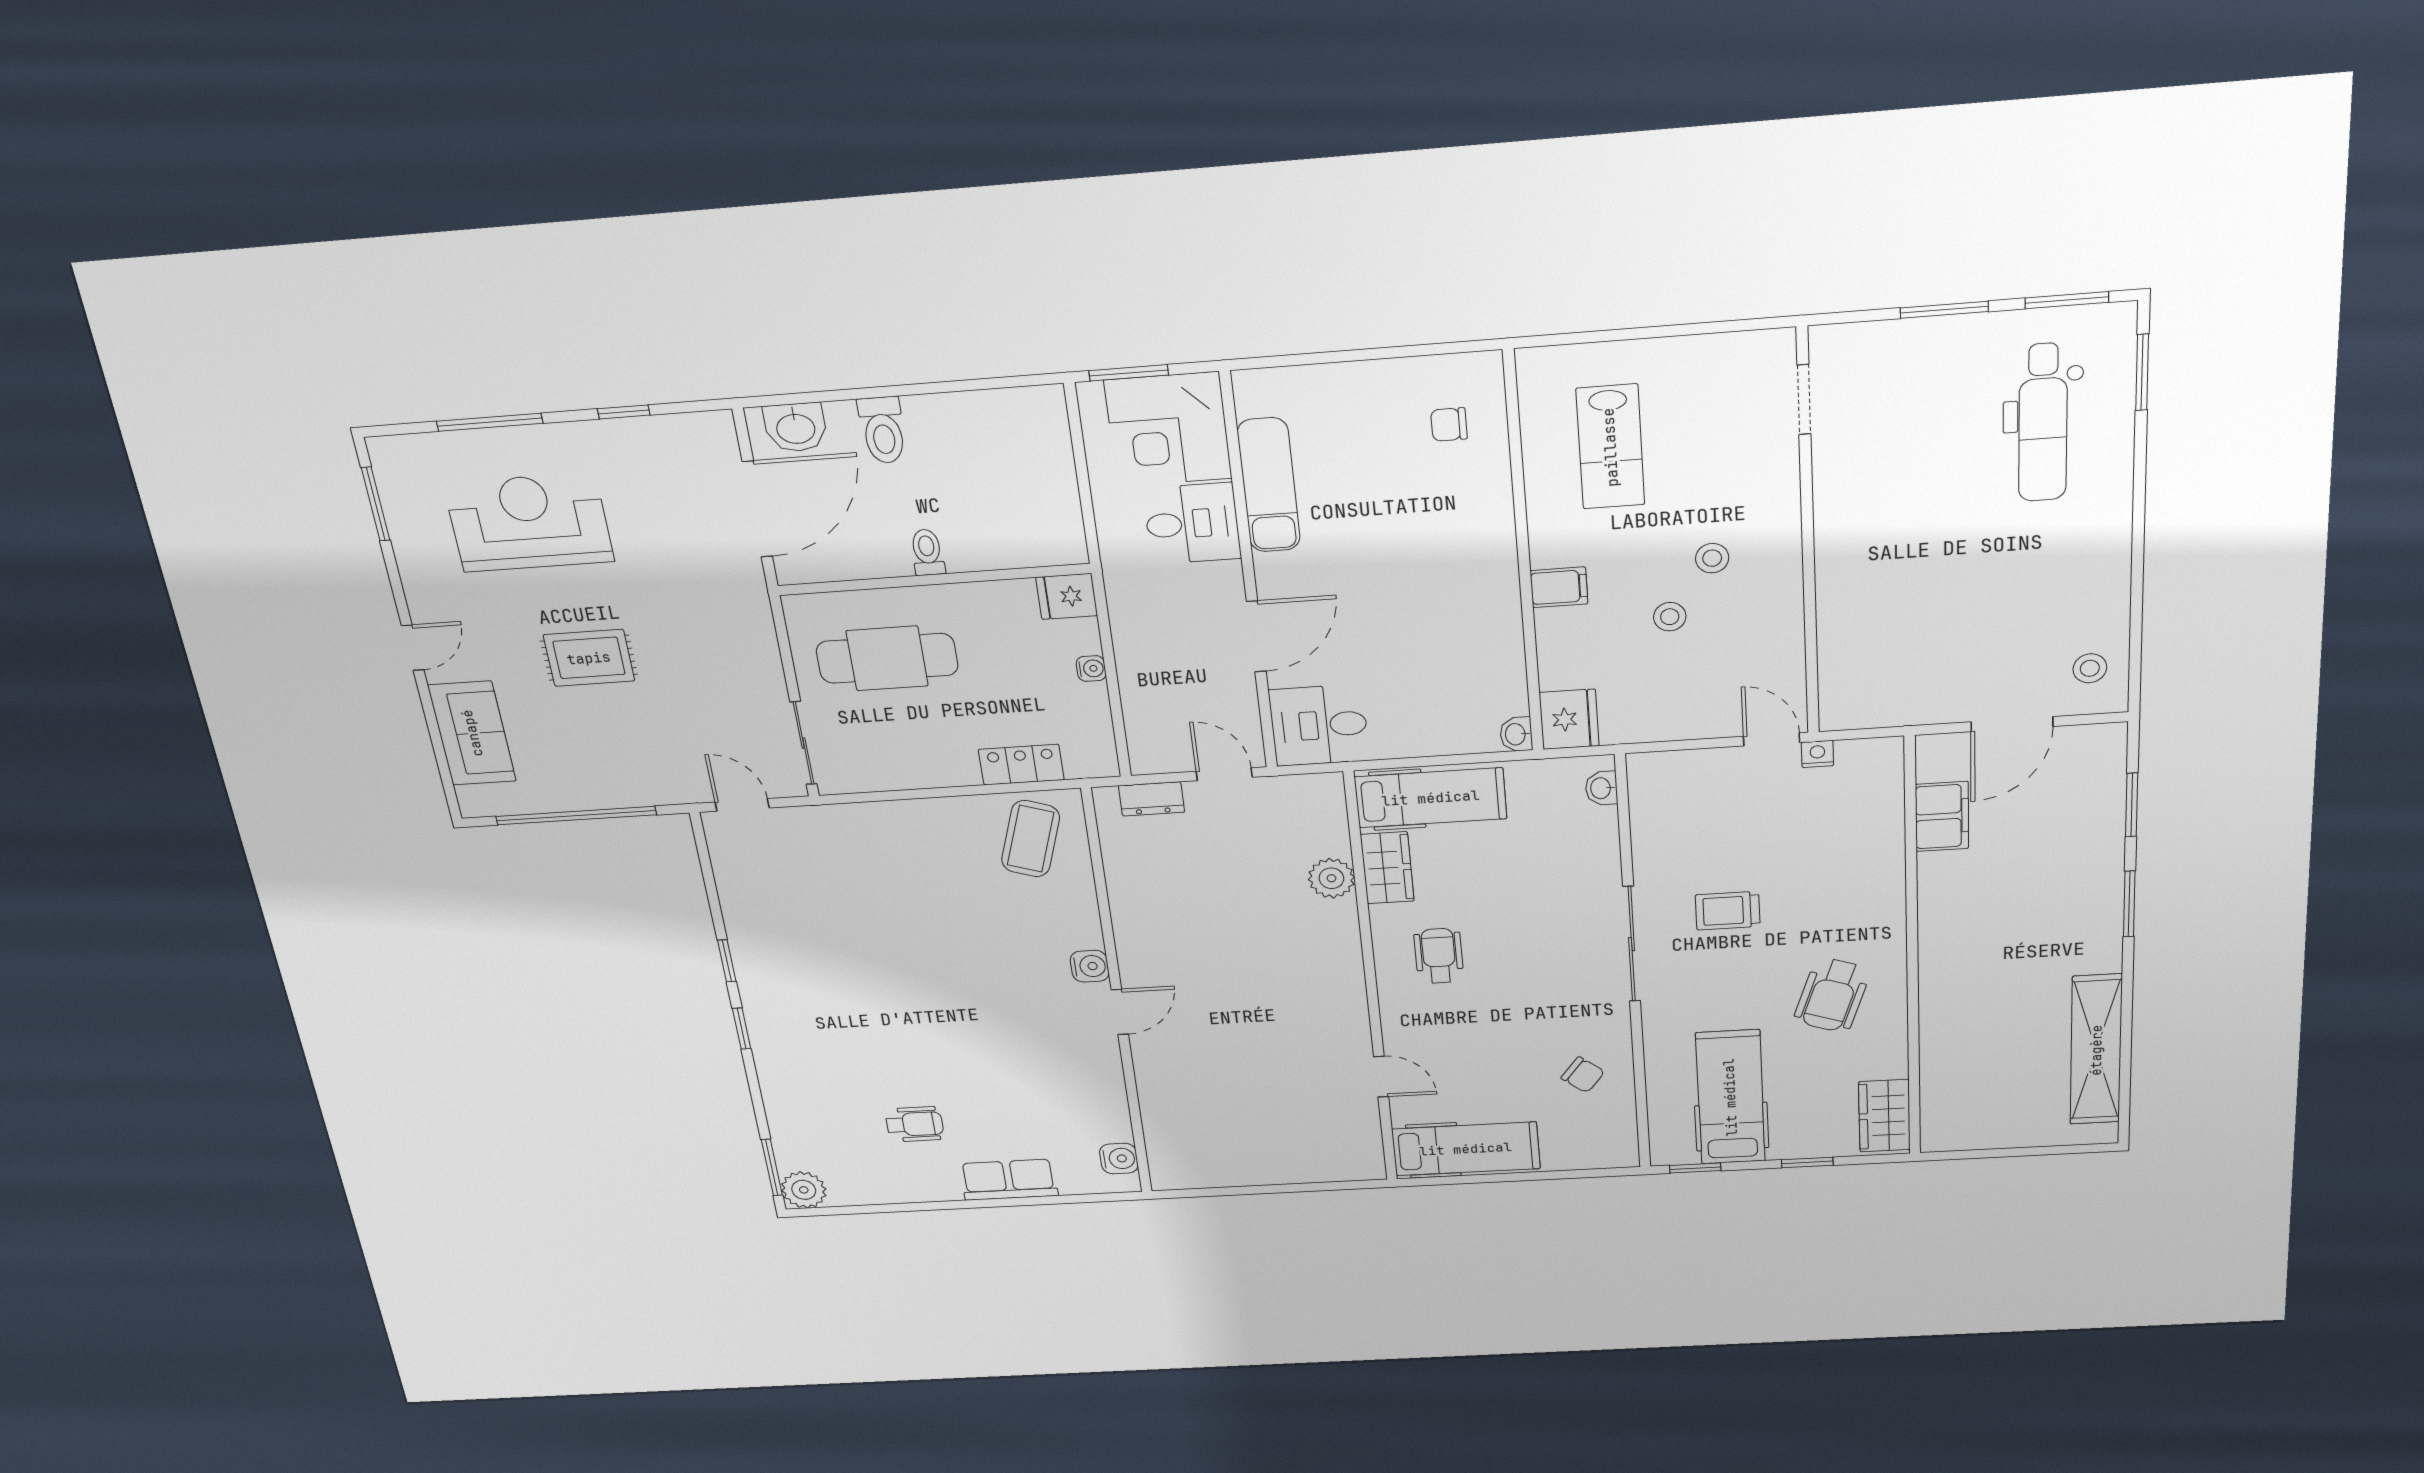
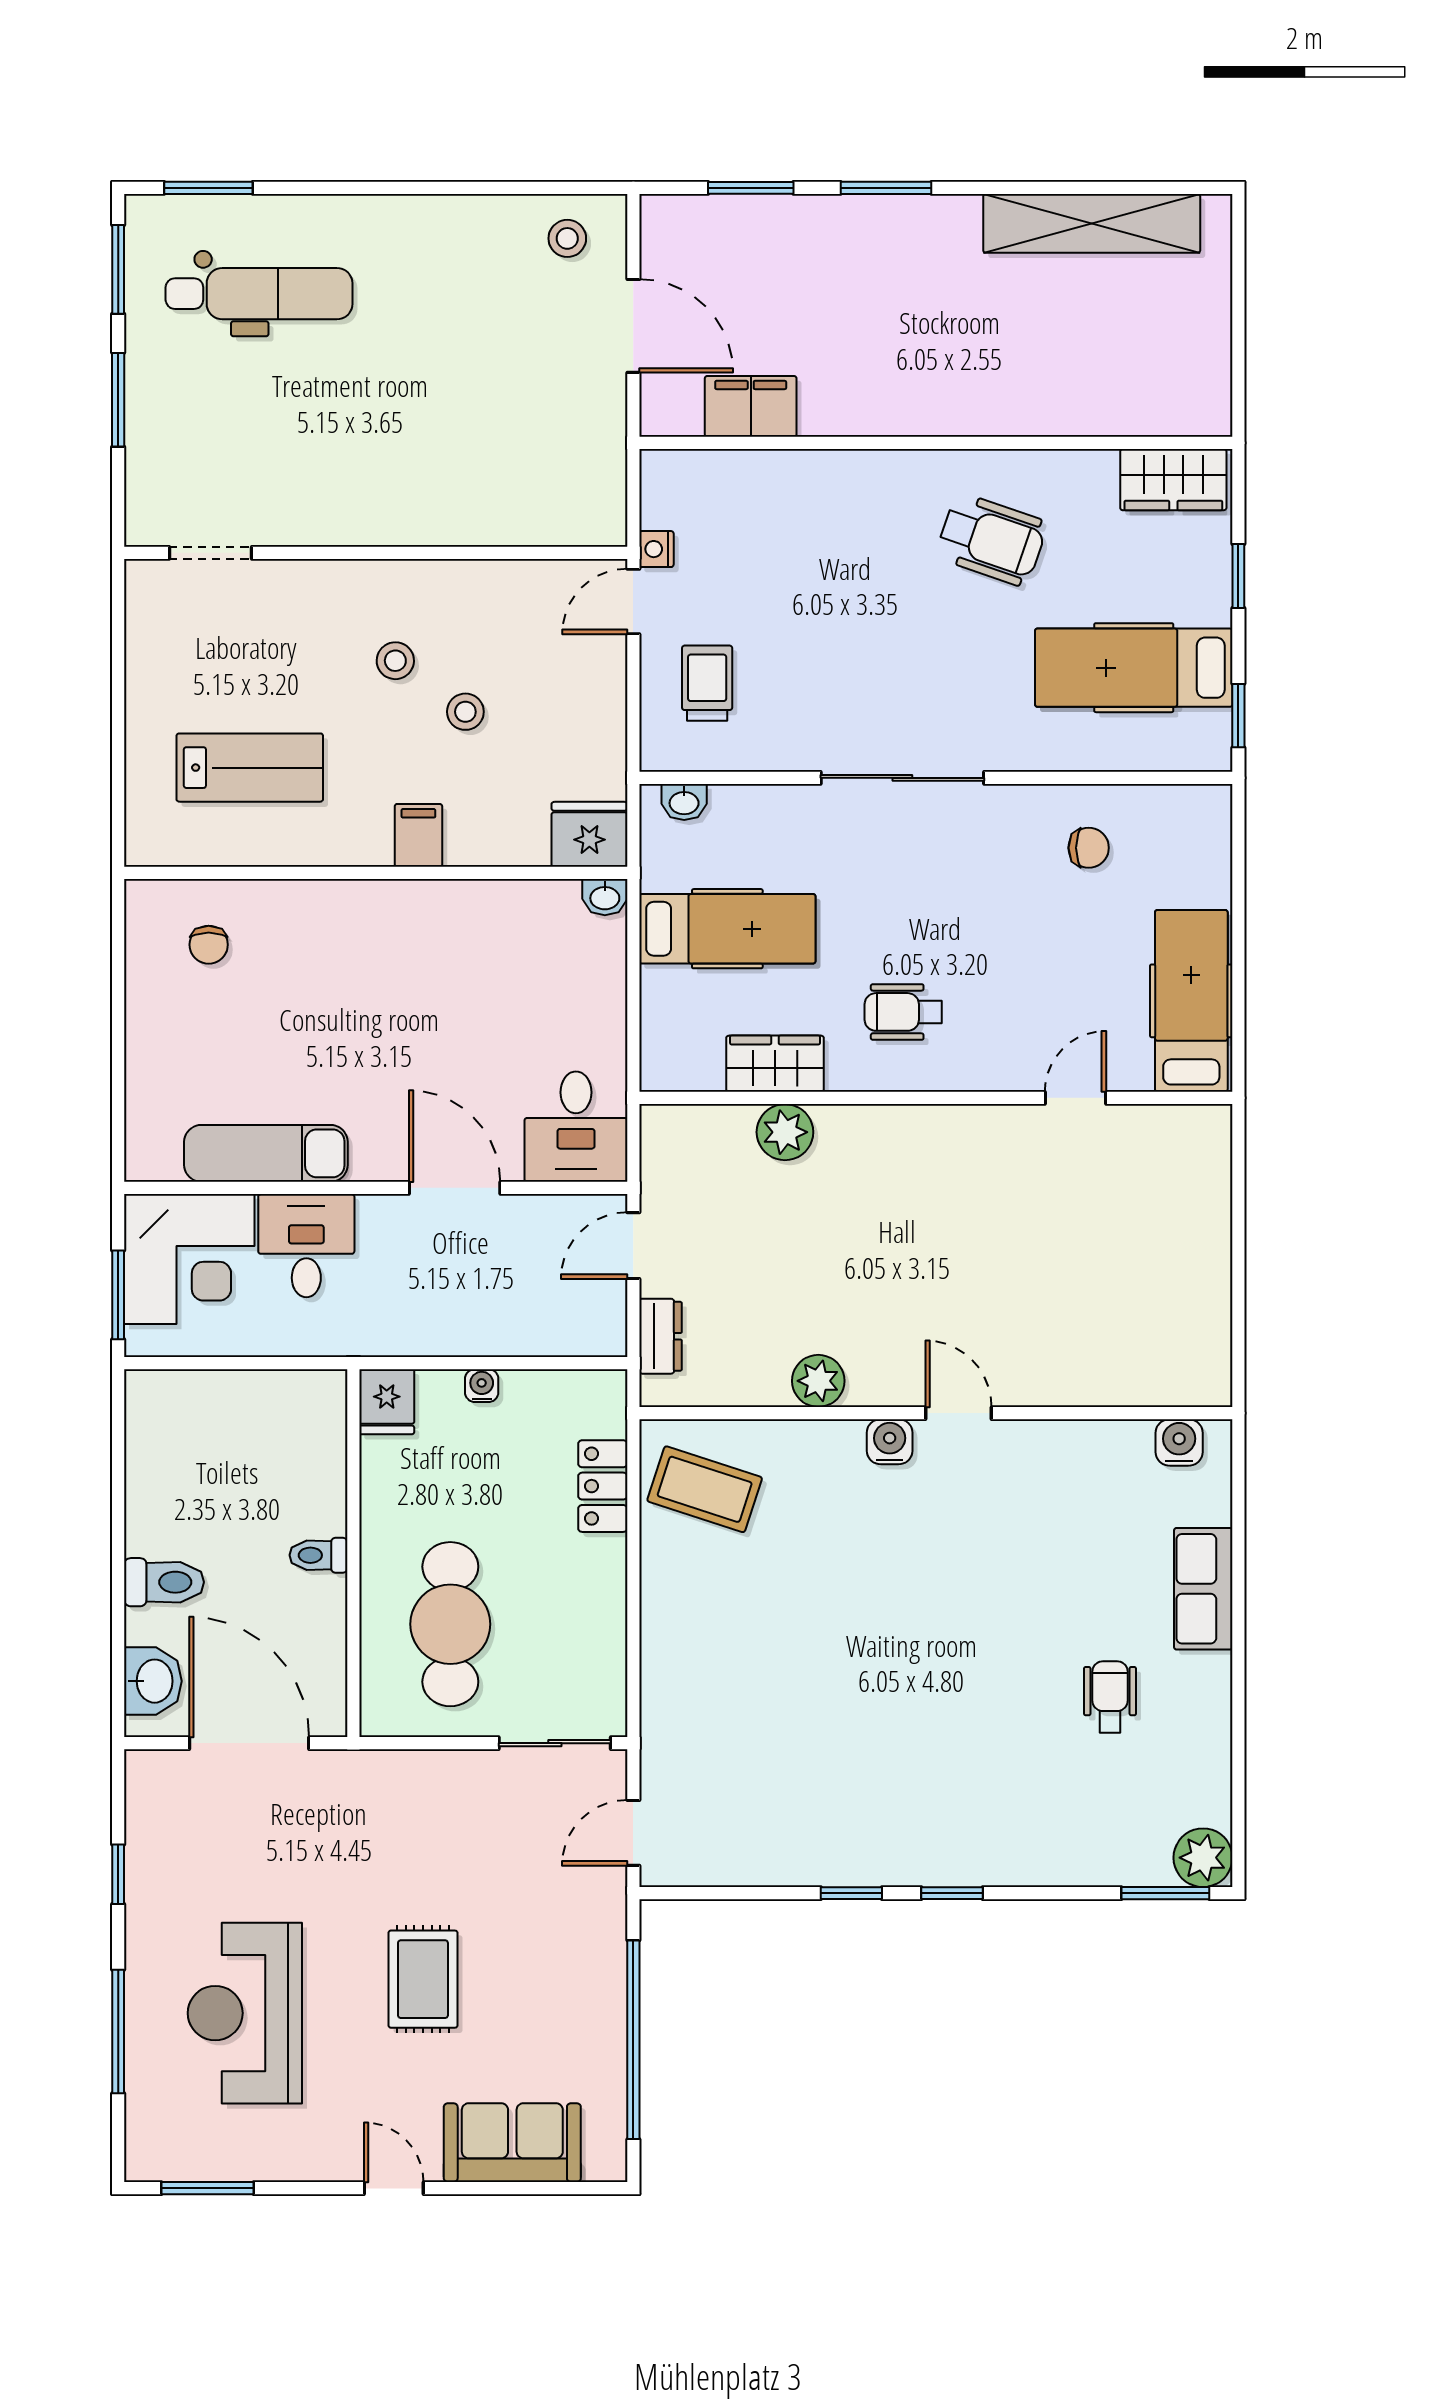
hospital bed: (1431, 798) -> (727, 929), moved, turned 90
trolley: (1728, 911) -> (707, 683), moved, turned 180
plant: (1131, 914) -> (818, 1381), added
chair: (1583, 1075) -> (1089, 848), turned 52

